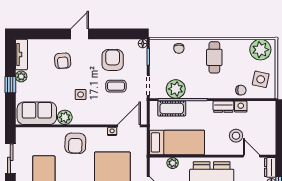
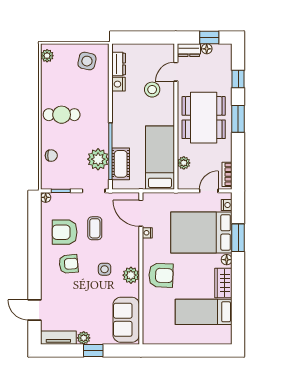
door: (80, 34) -> (35, 310), moved
plant: (260, 50) -> (47, 56), width x0.53, depth x0.53
armchair: (63, 61) -> (69, 264), moved
chair: (241, 90) -> (100, 84), removed
dresser: (223, 107) -> (119, 64), moved
plant: (65, 117) -> (131, 275), moved
sliding door: (10, 159) -> (179, 350), removed

